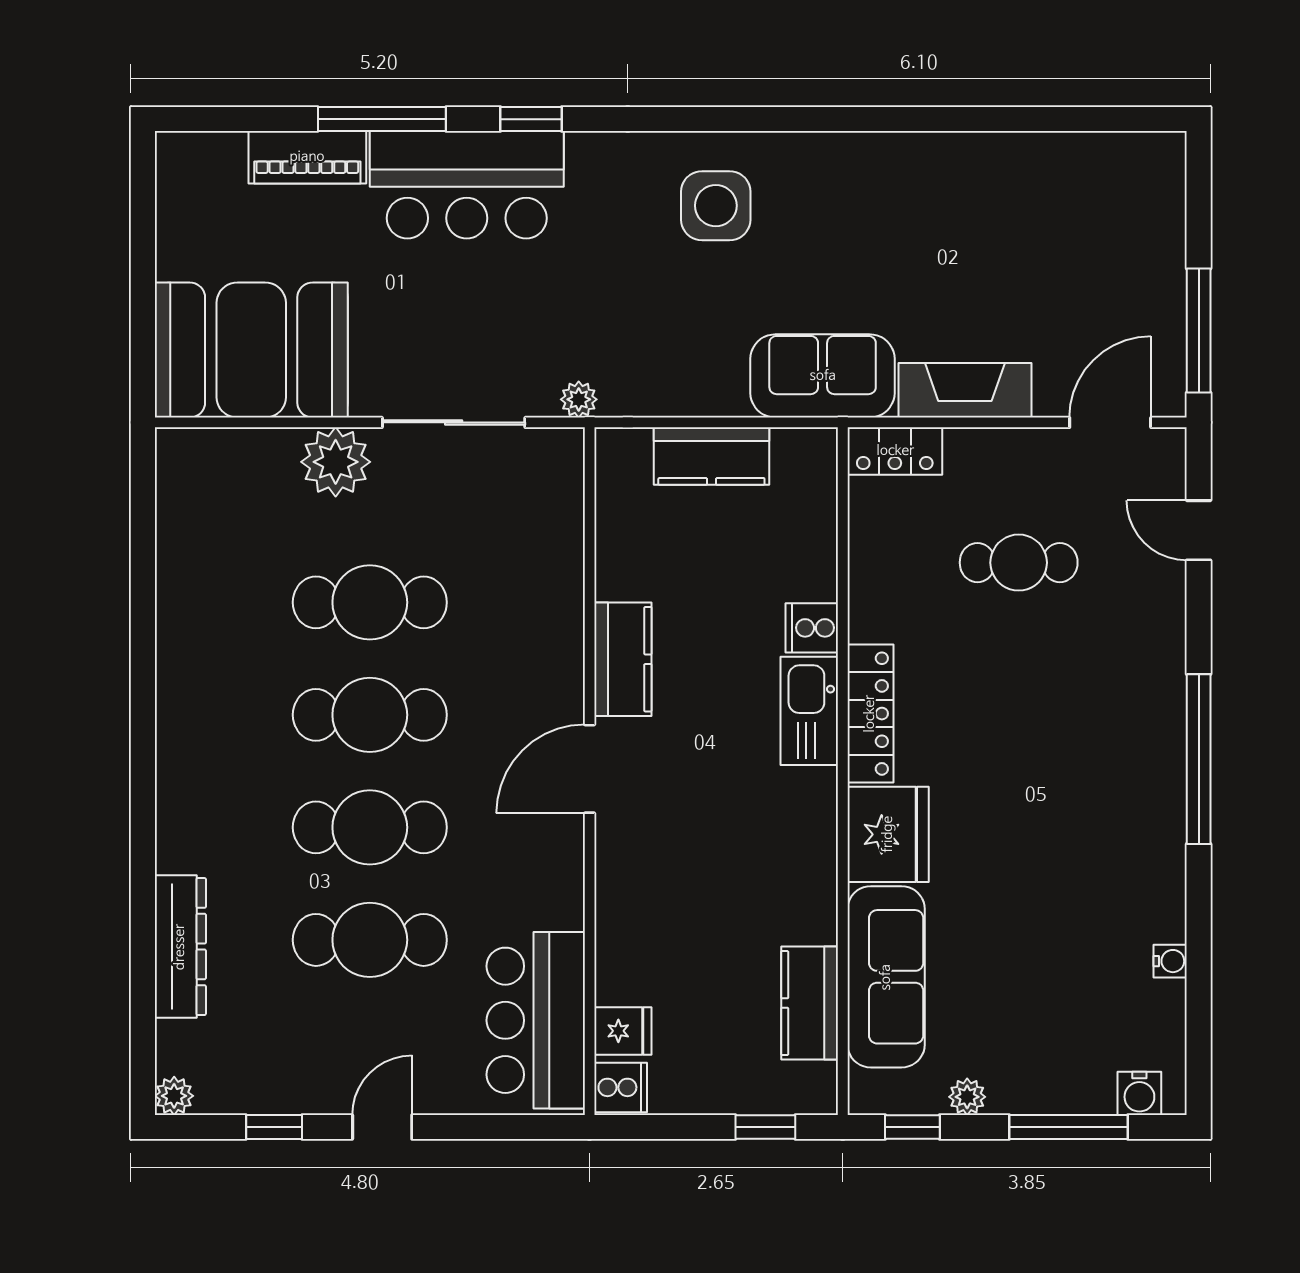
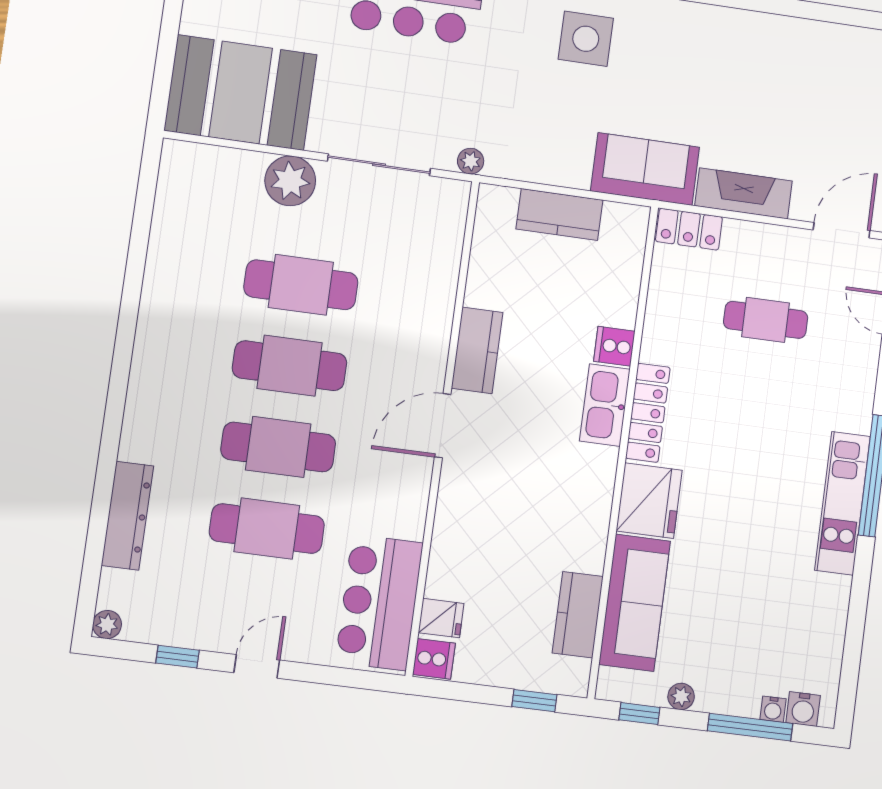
kitchen unit: (1159, 803) -> (842, 503), added
water cooler: (1170, 961) -> (773, 709), moved, turned 90

